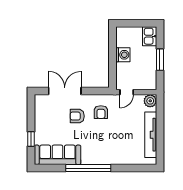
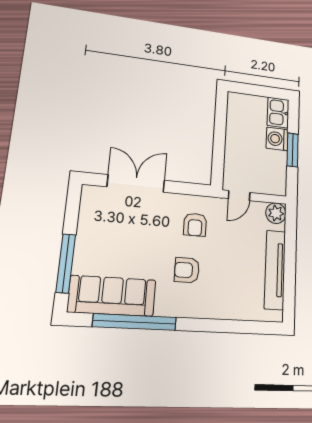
washing machine: (123, 55) -> (277, 139), moved, turned 180
armchair: (77, 116) -> (187, 270), moved
window: (31, 139) -> (66, 263), width x2.17
window: (88, 168) -> (135, 322), moved

